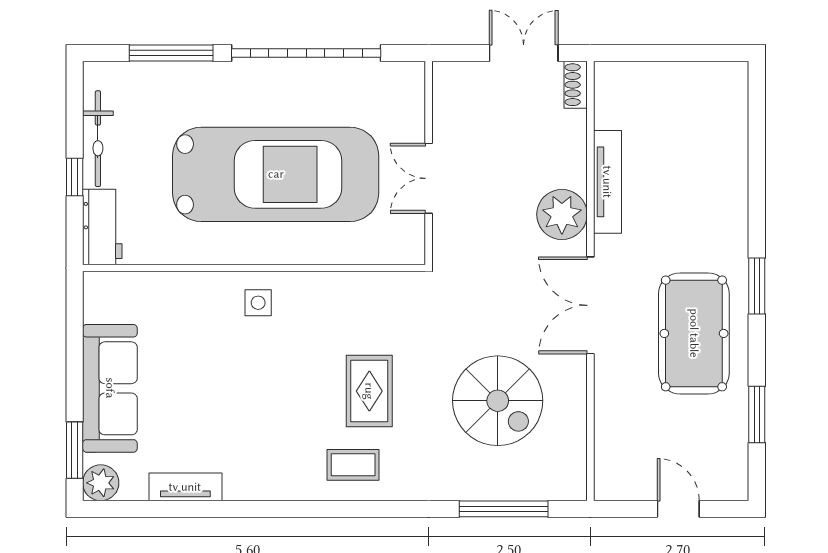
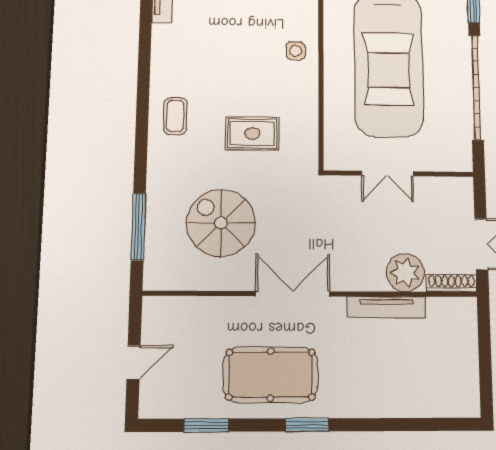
shoe rack: (576, 85) -> (451, 283), width x1.43
double door: (429, 178) -> (387, 173), swing flipped
plant: (562, 214) -> (405, 273), moved
rug: (369, 391) -> (252, 133), moved
spiral stairs: (498, 401) -> (221, 223), turned 90

